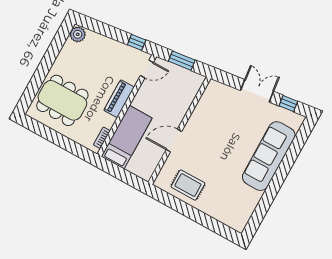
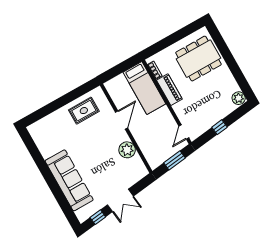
window: (137, 42) -> (219, 127), moved
piano: (119, 99) -> (169, 90), moved
plant: (201, 116) -> (127, 150), added

